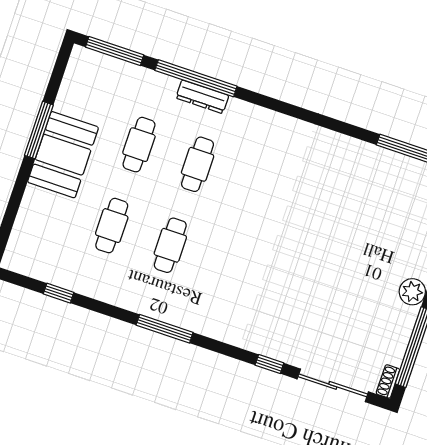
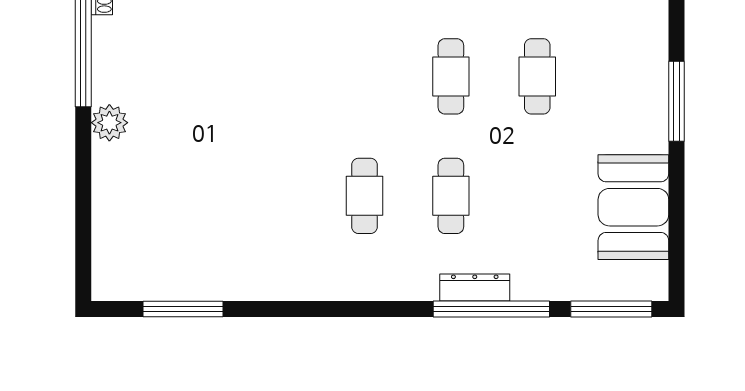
window: (39, 130) -> (677, 101), moved
cafe table: (139, 145) -> (364, 196), moved
booth: (63, 155) -> (633, 207), moved

